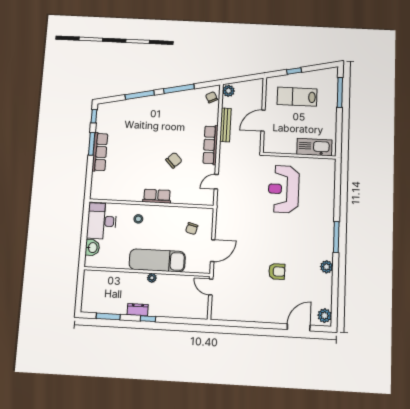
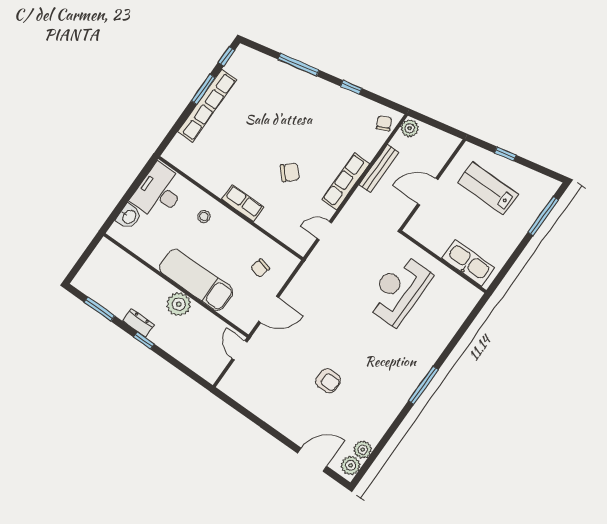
window: (179, 89) -> (351, 87), width x0.46
row of seats: (100, 152) -> (207, 106), width x1.36
plant: (327, 267) -> (363, 450), moved
plant: (152, 278) -> (179, 304), width x1.88, depth x1.88

